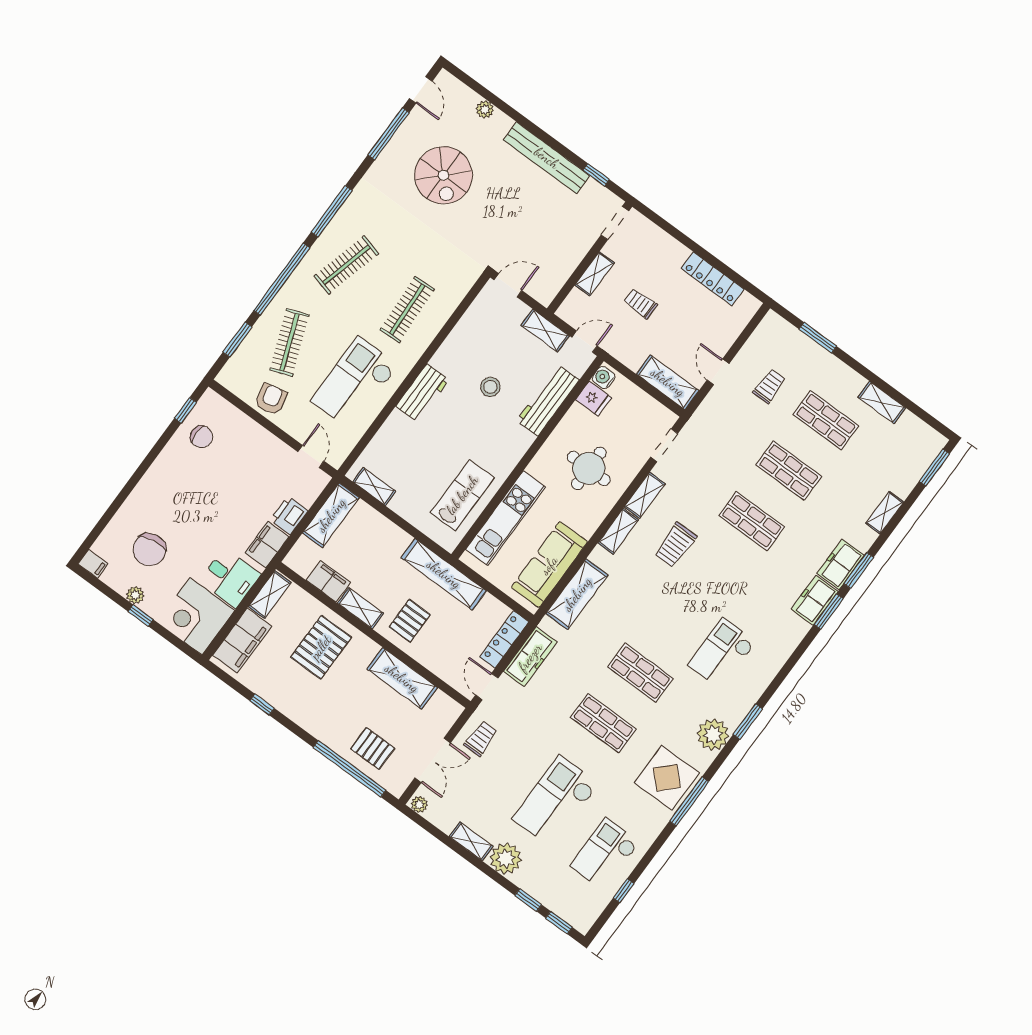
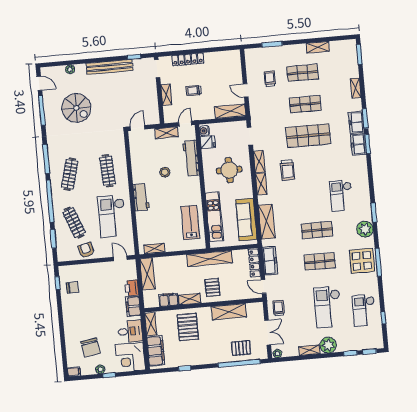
locker: (713, 279) -> (188, 59), moved
shop shelf: (752, 521) -> (308, 136), width x1.43, depth x1.36

